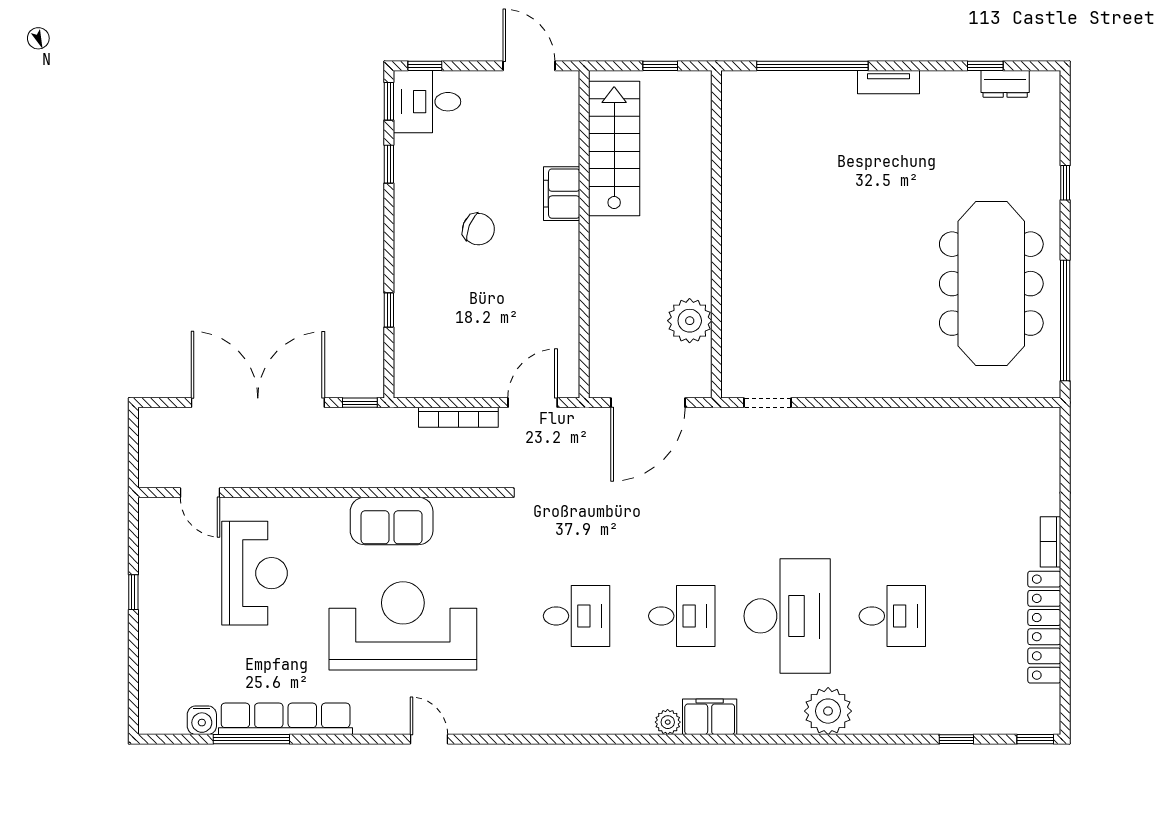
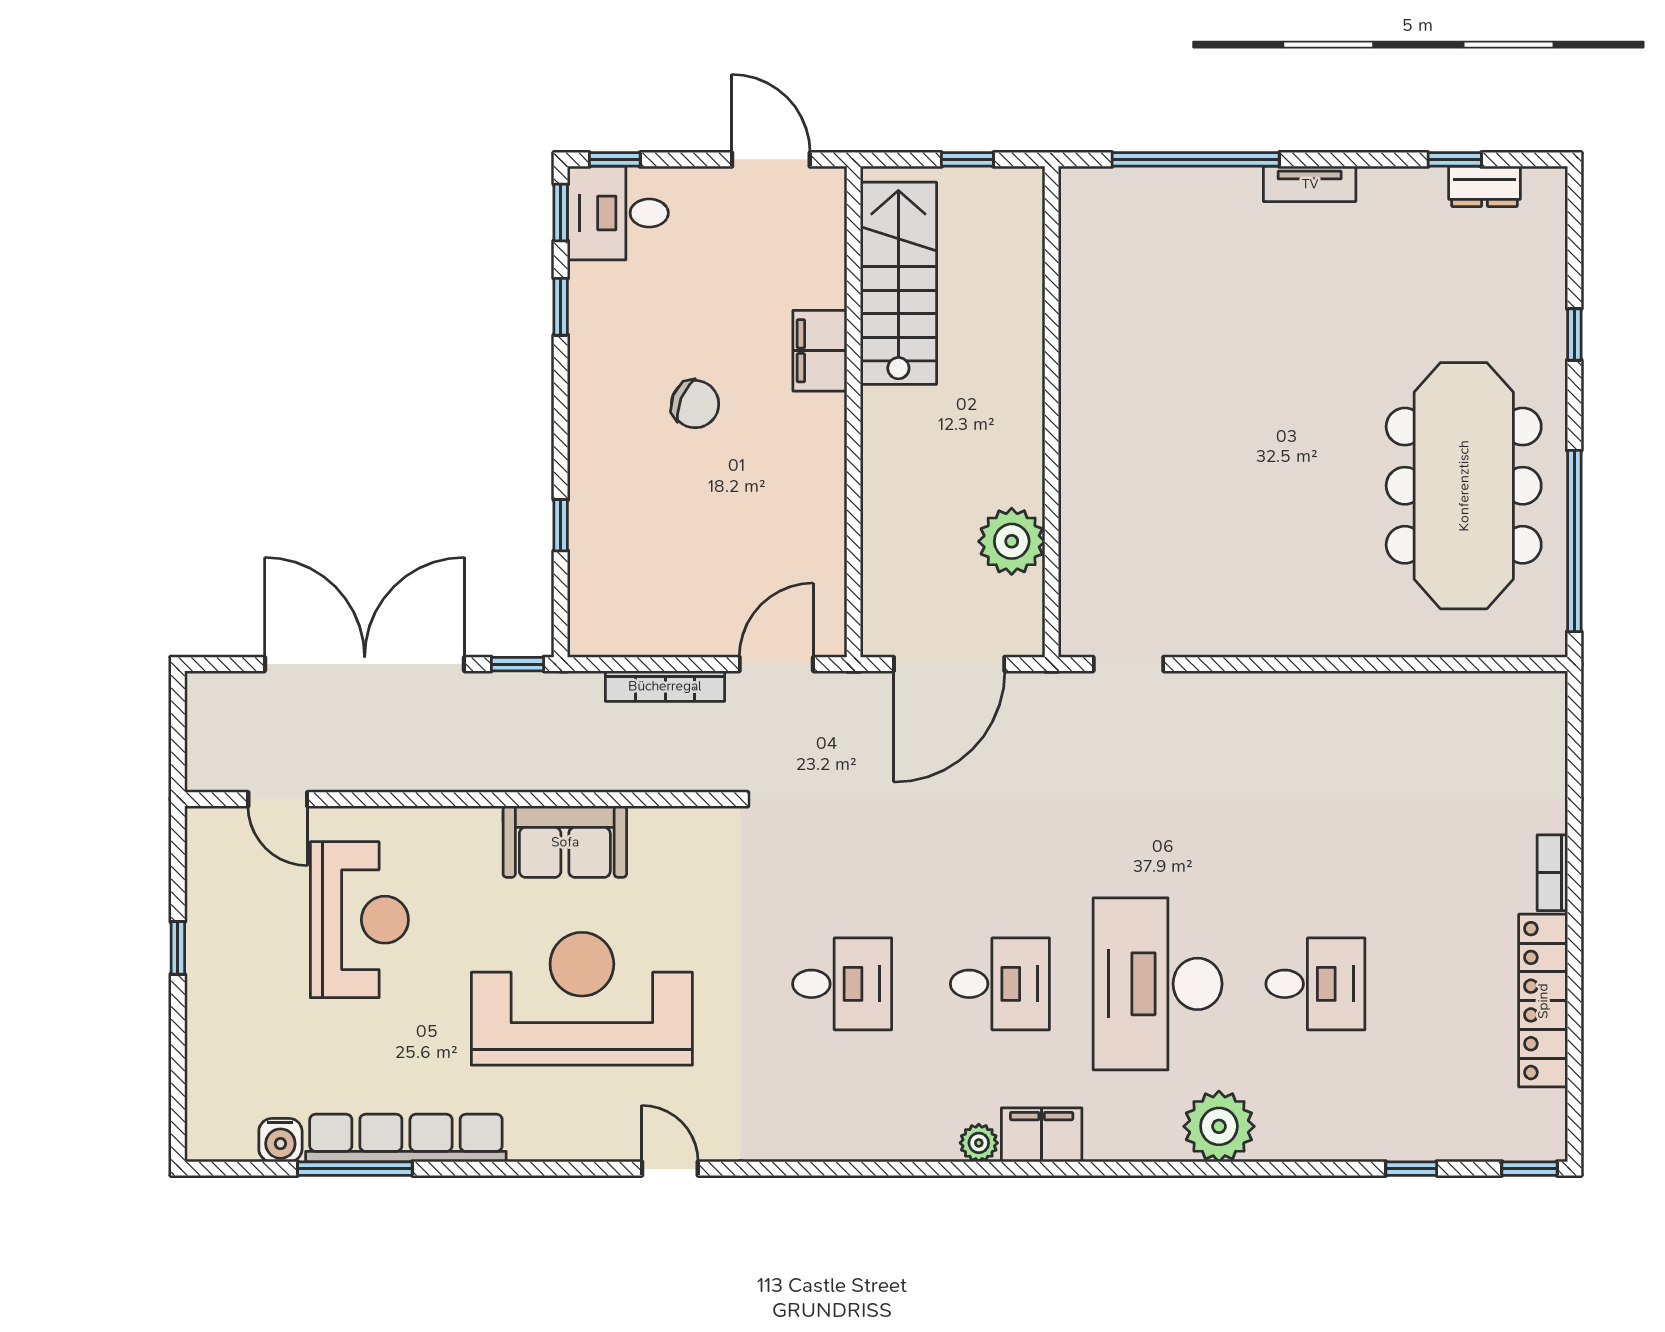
desk: (787, 616) -> (1158, 984), turned 180
door: (429, 739) -> (670, 1169), moved

